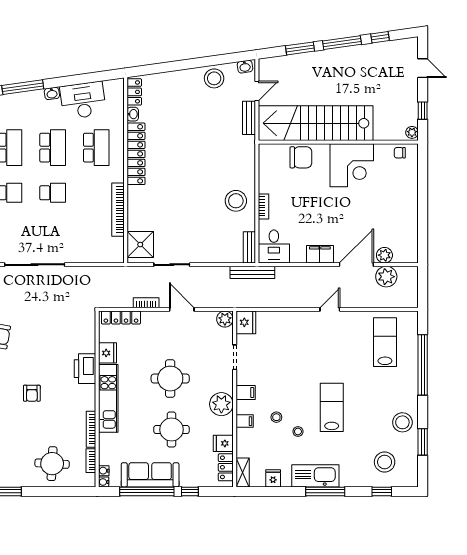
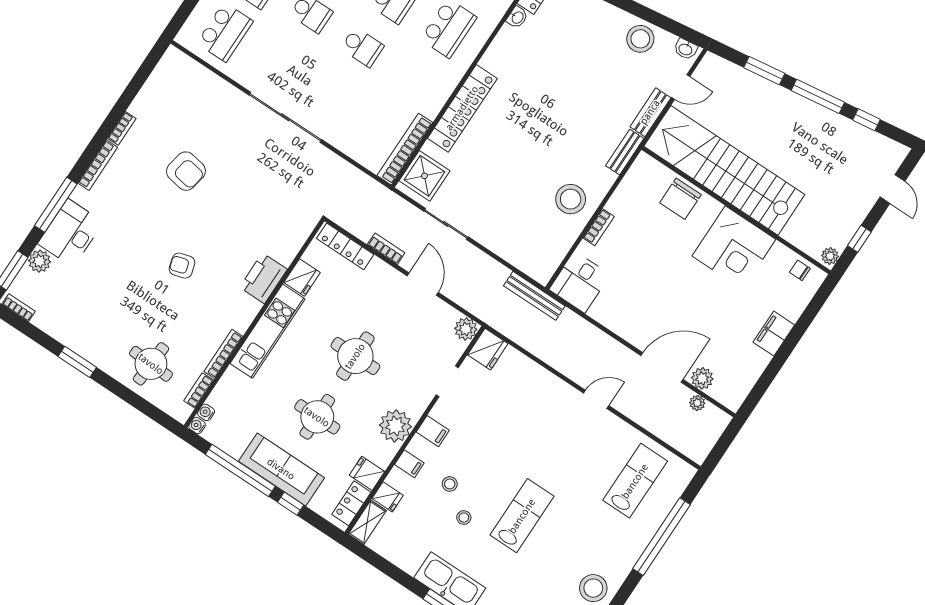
locker: (136, 154) -> (462, 108), moved
chair: (301, 157) -> (680, 199), turned 90
bookcase: (118, 210) -> (405, 149), moved
bench: (249, 247) -> (625, 152), moved
filing cabinet: (320, 254) -> (774, 334), moved, turned -90
plant: (386, 277) -> (697, 403), width x0.53, depth x0.53
armchair: (32, 393) -> (182, 266), turned 74
sofa: (150, 475) -> (281, 469), moved
fridge: (273, 478) -> (388, 497), moved, turned 90

